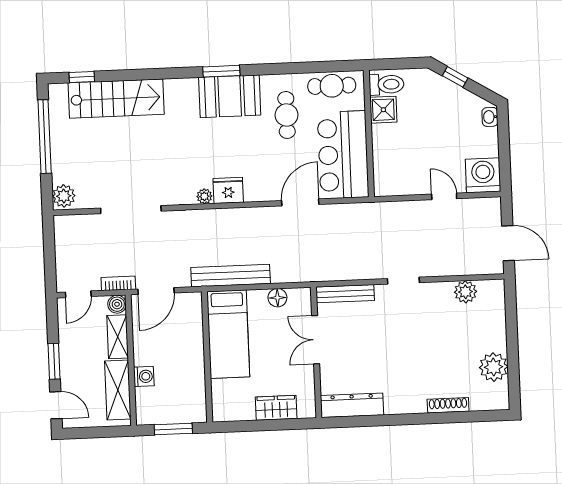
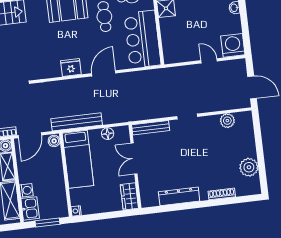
plant: (204, 196) -> (56, 72), removed
door: (300, 202) -> (104, 73), moved
boiler: (193, 303) -> (54, 141), added
kitchen sink: (148, 405) -> (30, 208), added
dresser: (352, 405) -> (179, 196), moved
wardrobe: (276, 408) -> (129, 196), moved, turned -90
nightstand: (219, 414) -> (76, 211), added

